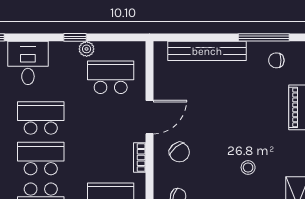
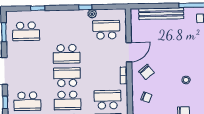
desk: (28, 63) -> (59, 22), removed
school desk: (41, 118) -> (67, 54), turned 180

